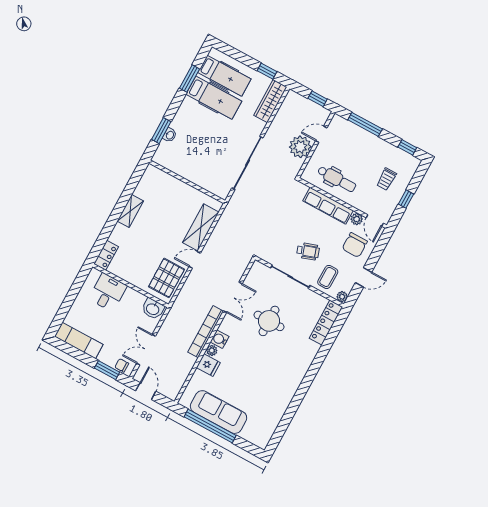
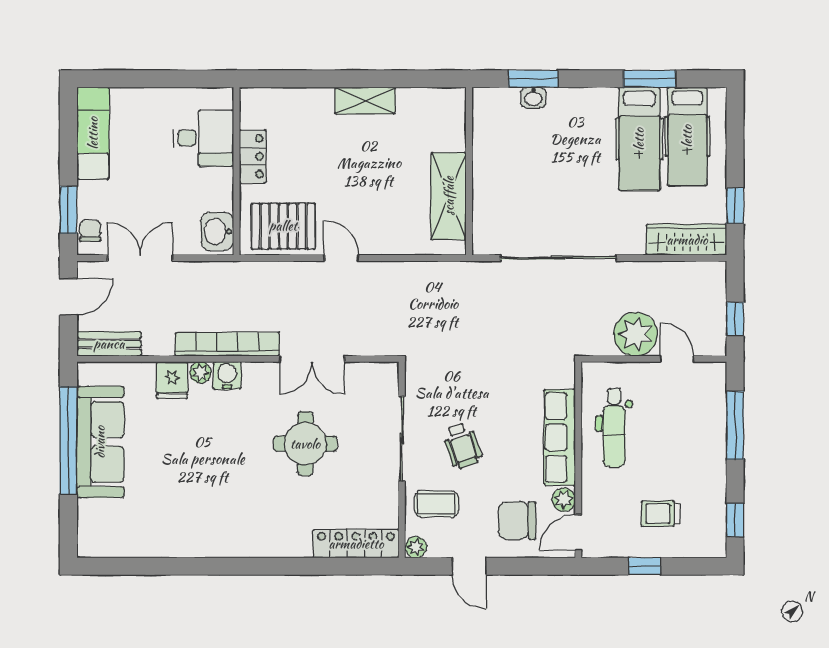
shelving: (201, 227) -> (449, 196), moved, turned 90
locker: (106, 255) -> (253, 156), moved, turned -90
bench: (177, 384) -> (109, 344), added

